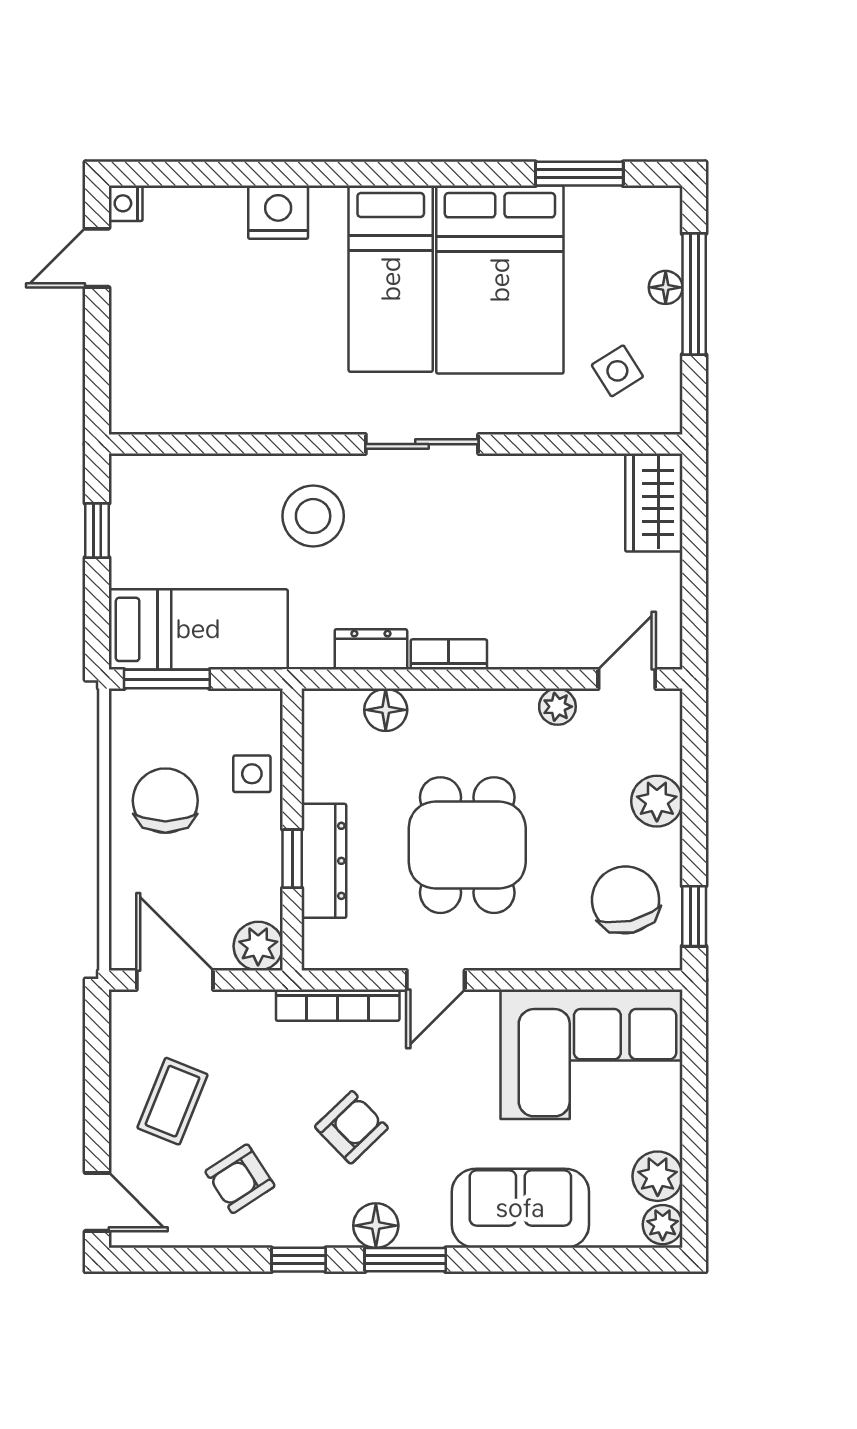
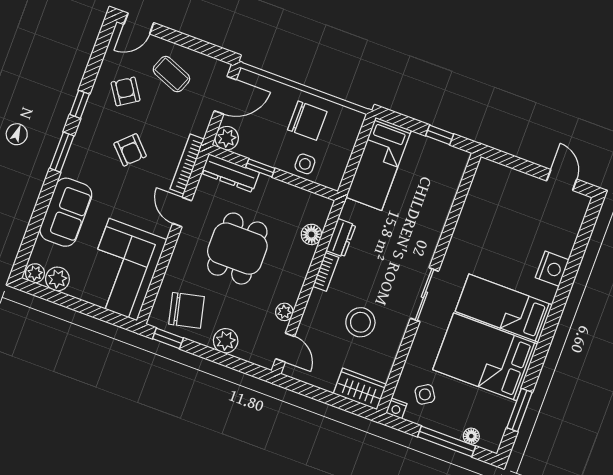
nightstand: (126, 203) -> (396, 408), moved, turned 180
floor lamp: (666, 287) -> (471, 436), moved
stool: (313, 516) -> (360, 322), moved
window: (167, 679) -> (361, 141), removed
dining table: (467, 845) -> (237, 249), turned 90
dresser: (324, 861) -> (230, 173), moved
floor lamp: (376, 1226) -> (82, 145), removed

